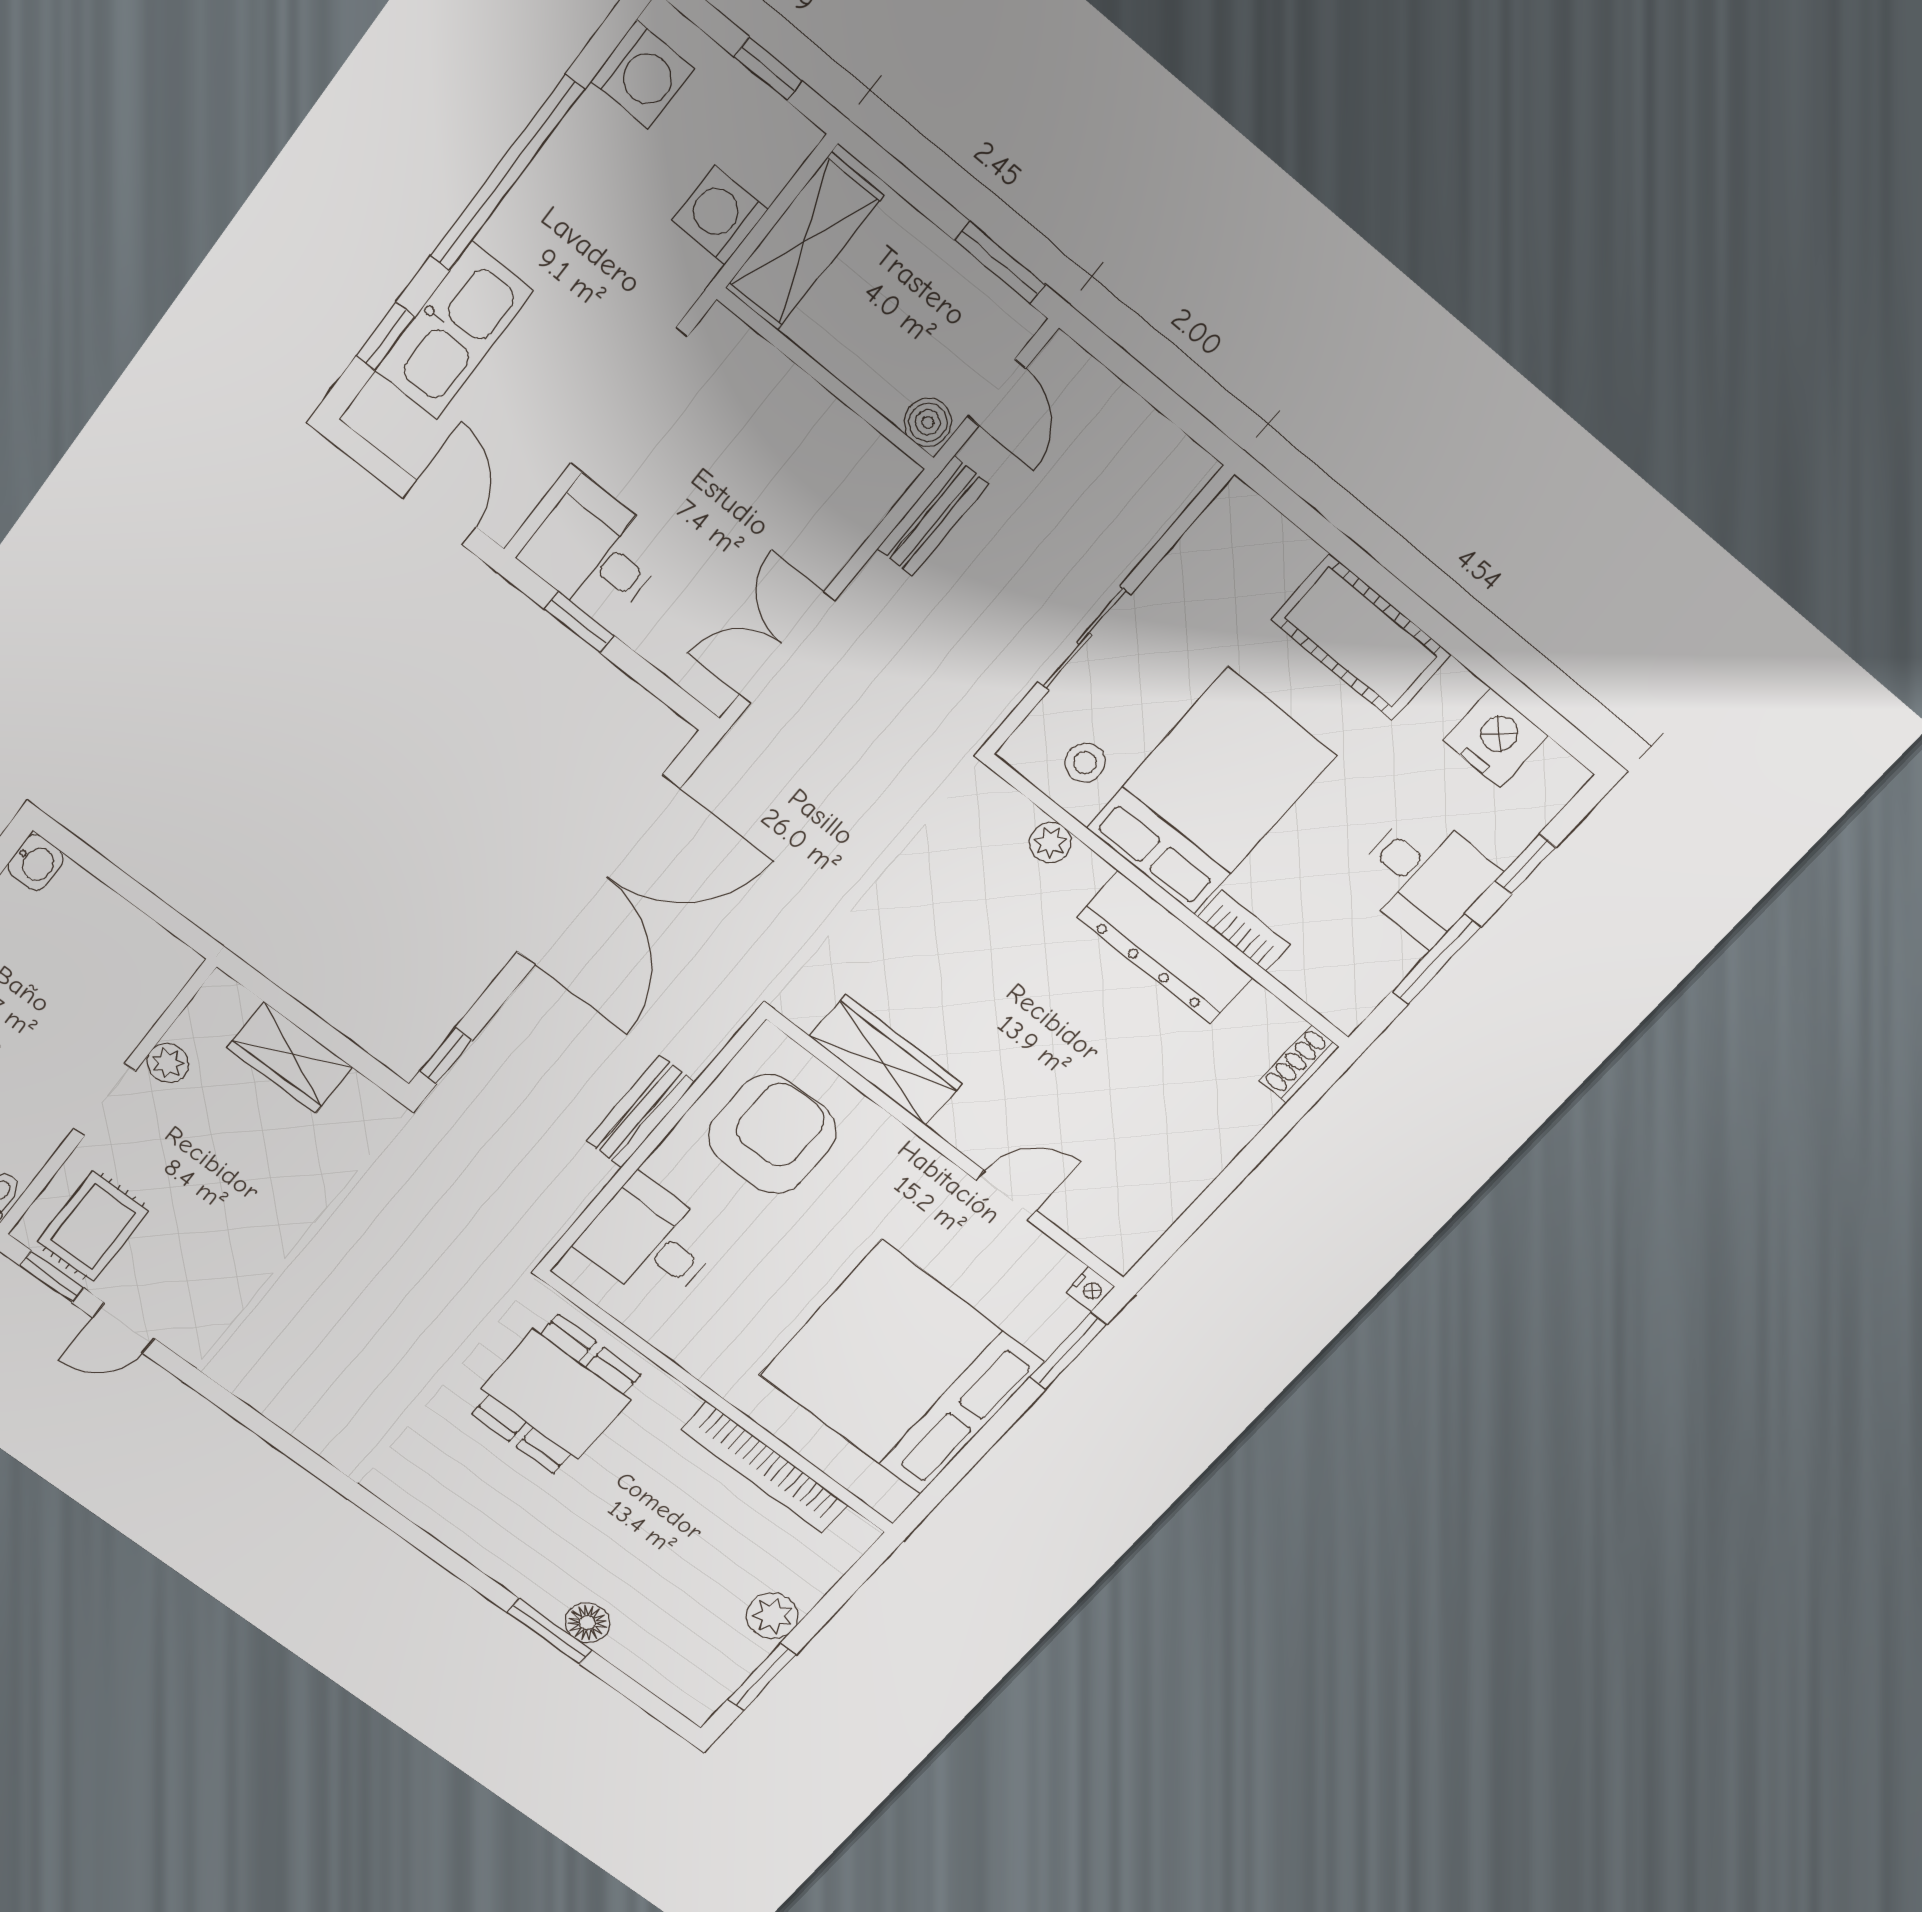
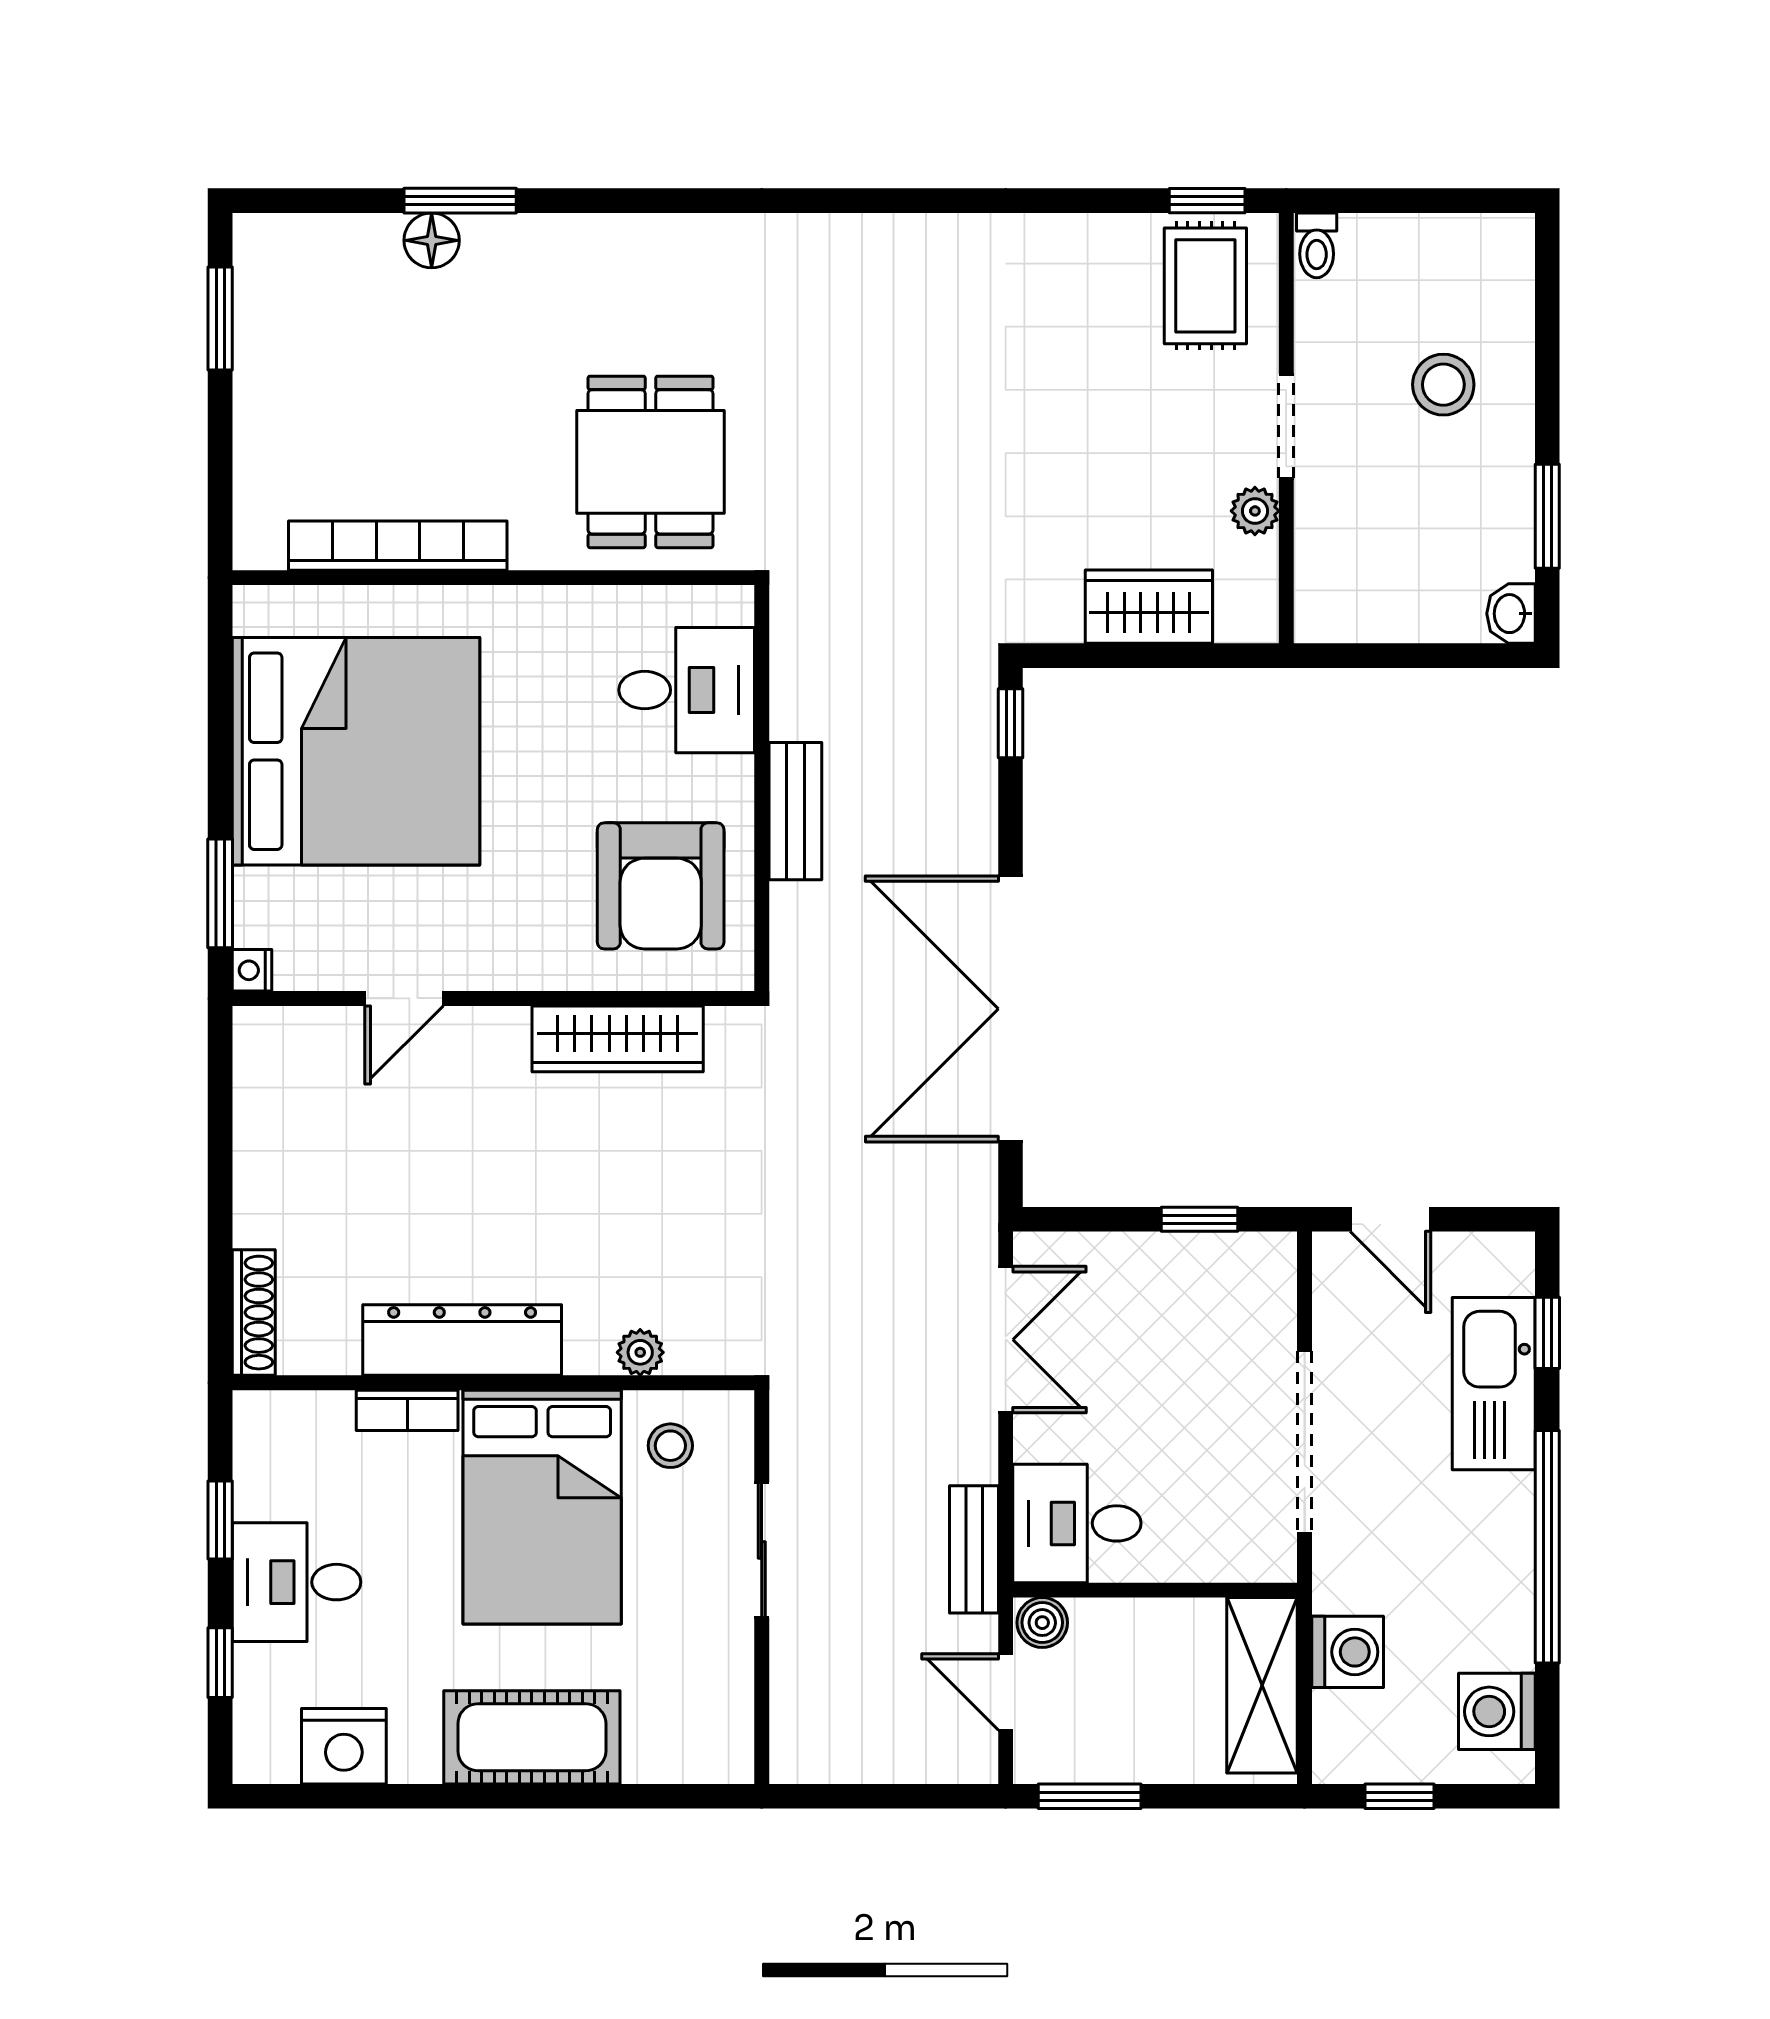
desk: (595, 552) -> (1077, 1523), moved, turned 180
window: (1436, 959) -> (220, 1520), width x0.67
shoe rack: (1299, 1064) -> (254, 1313), width x1.43
door: (124, 1328) -> (1102, 201), removed
plant: (772, 1616) -> (264, 394), removed

